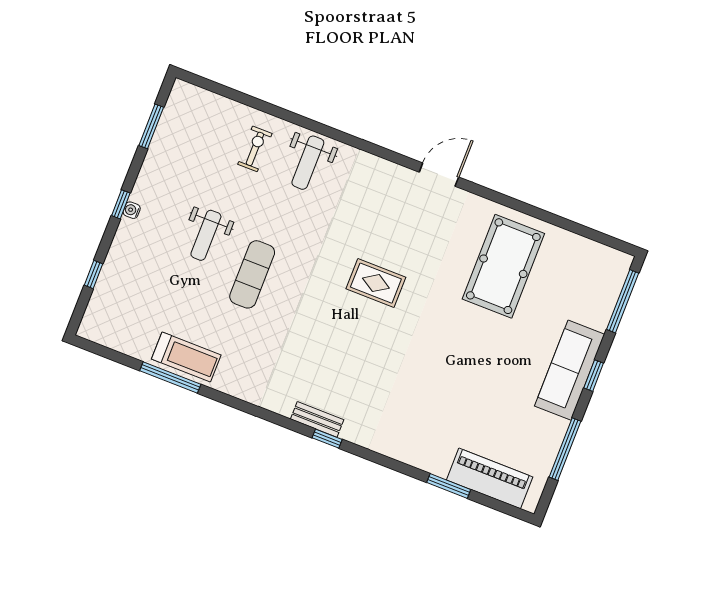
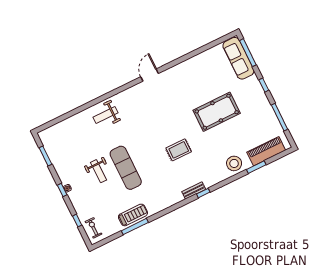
exercise bike: (255, 149) -> (93, 228), moved
weight bench: (308, 163) -> (105, 115), turned 90
pool table: (503, 266) -> (217, 112), moved, turned 90
exercise mat: (252, 274) -> (126, 168), width x1.36, depth x1.45
rug: (376, 283) -> (179, 150), moved
sofa: (570, 370) -> (238, 58), moved
stool: (422, 444) -> (234, 163), added

